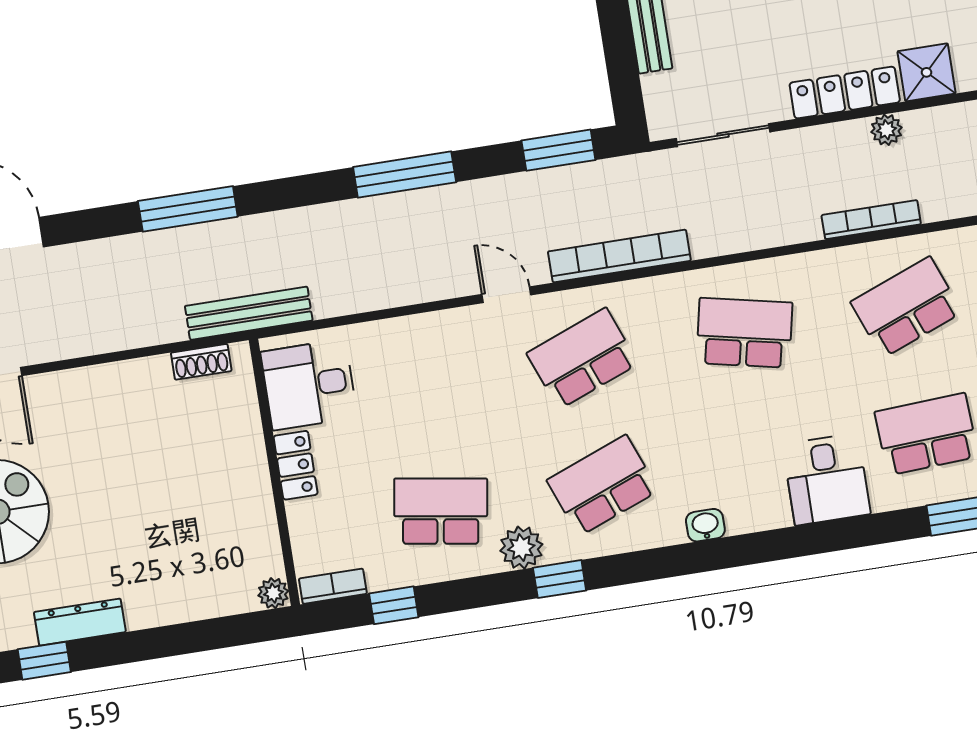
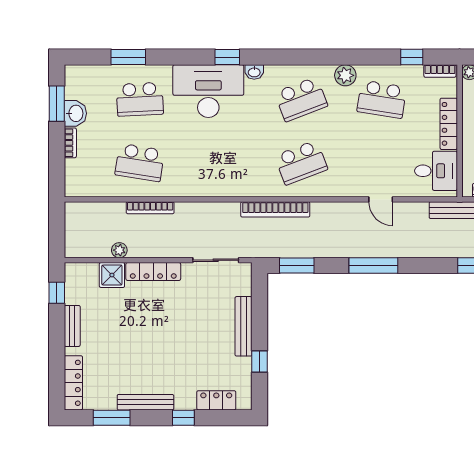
plant: (886, 130) -> (119, 250), moved
door: (506, 295) -> (381, 199), moved
school desk: (906, 307) -> (140, 162), turned 30
school desk: (744, 333) -> (220, 162), removed
locker: (296, 465) -> (449, 124), width x1.53
desk: (826, 479) -> (208, 91), width x1.87, depth x1.30
window: (560, 579) -> (227, 57), moved

